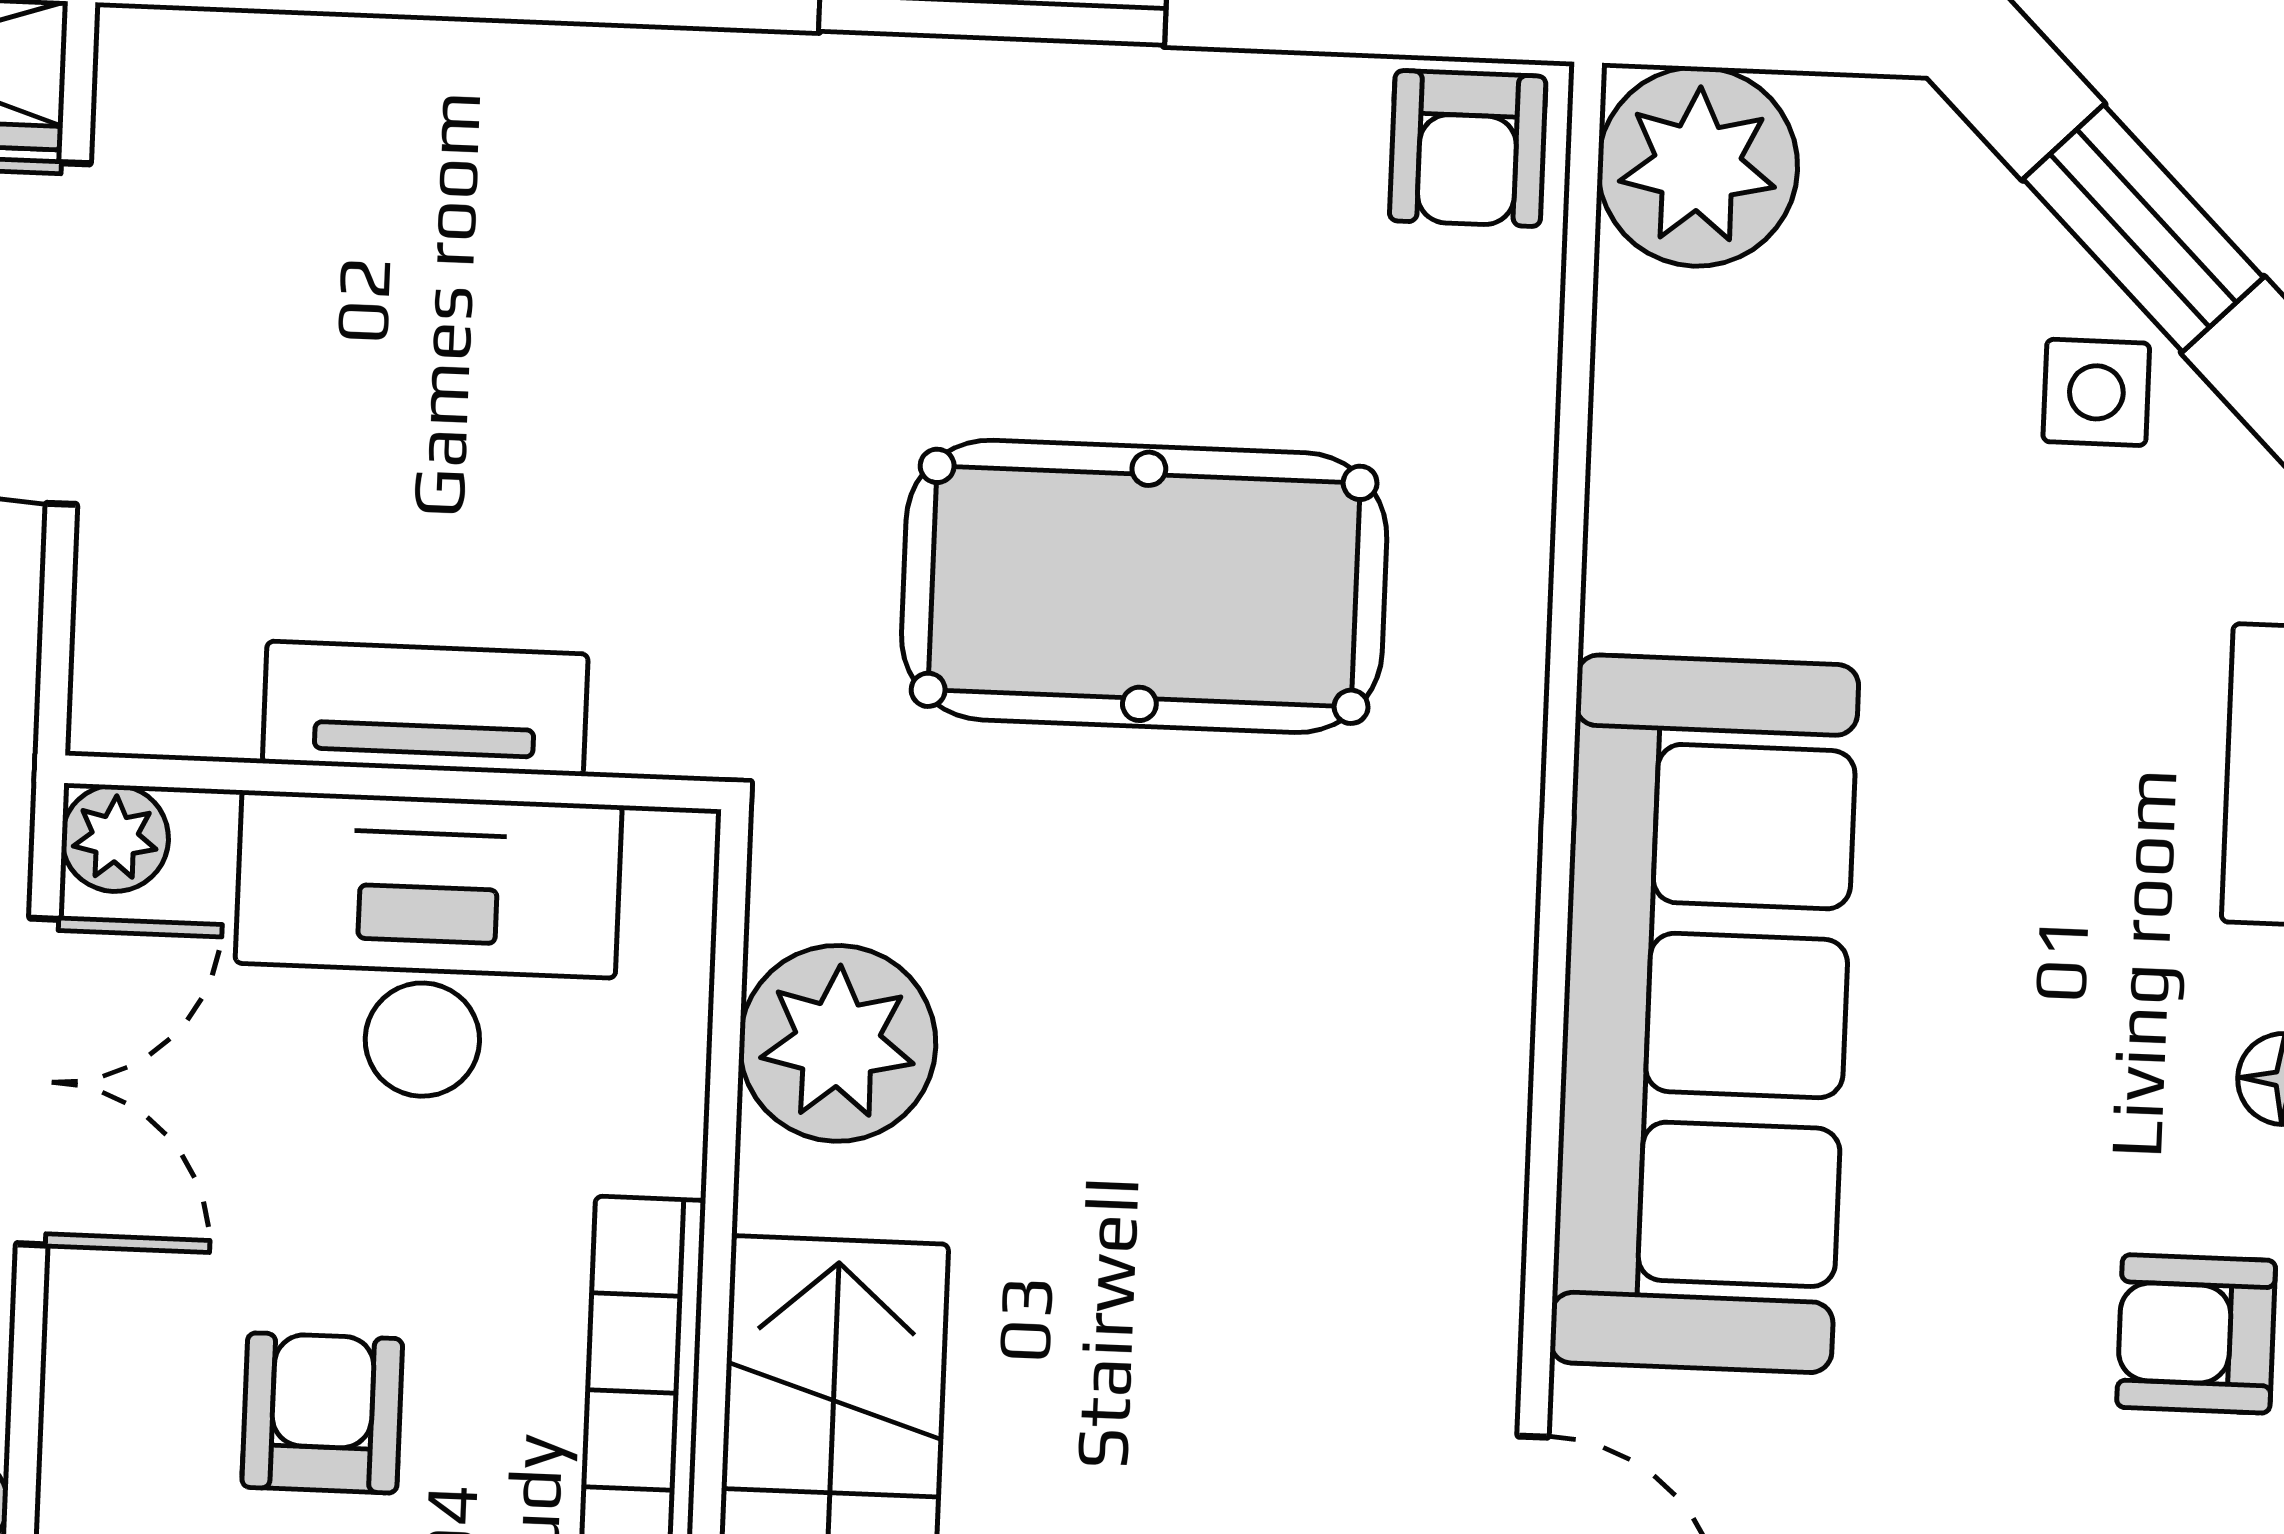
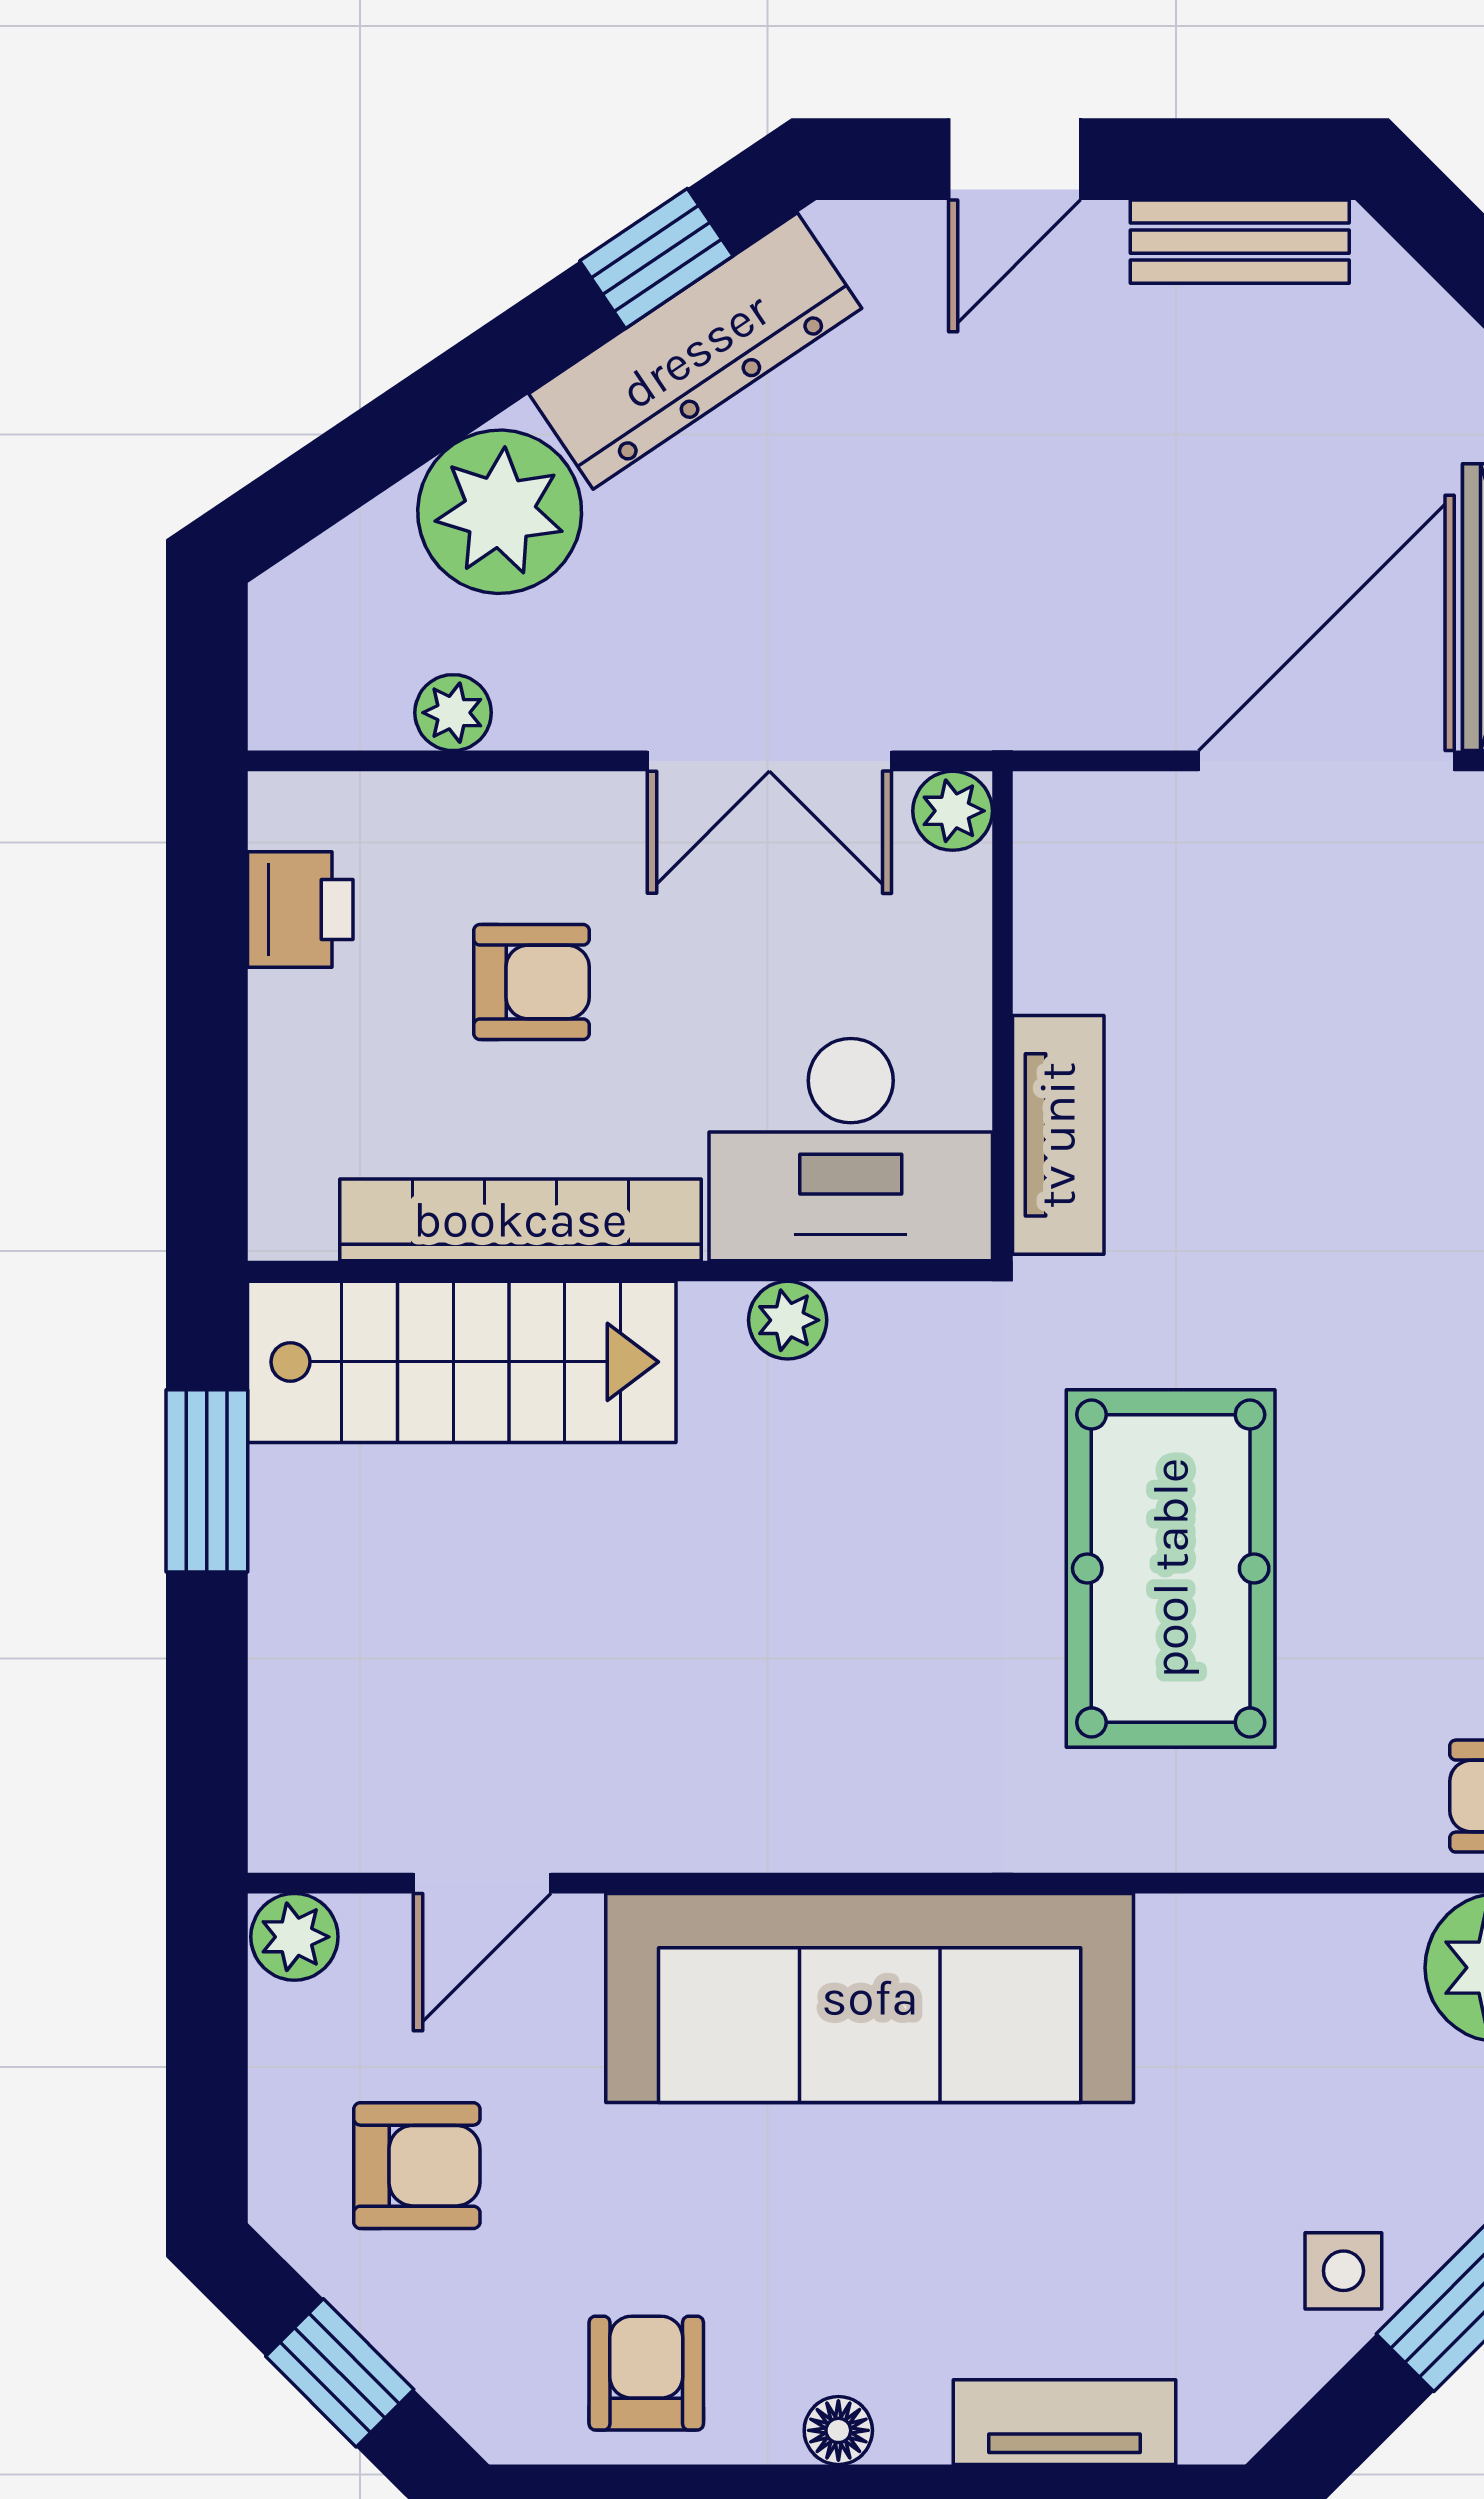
tv unit: (425, 709) -> (1058, 1135), moved
desk: (426, 947) -> (851, 1150), moved, turned 90
plant: (838, 1043) -> (788, 1320), width x0.53, depth x0.53

